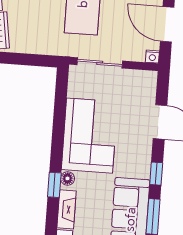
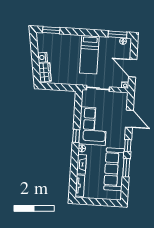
window: (54, 185) -> (76, 136), moved

